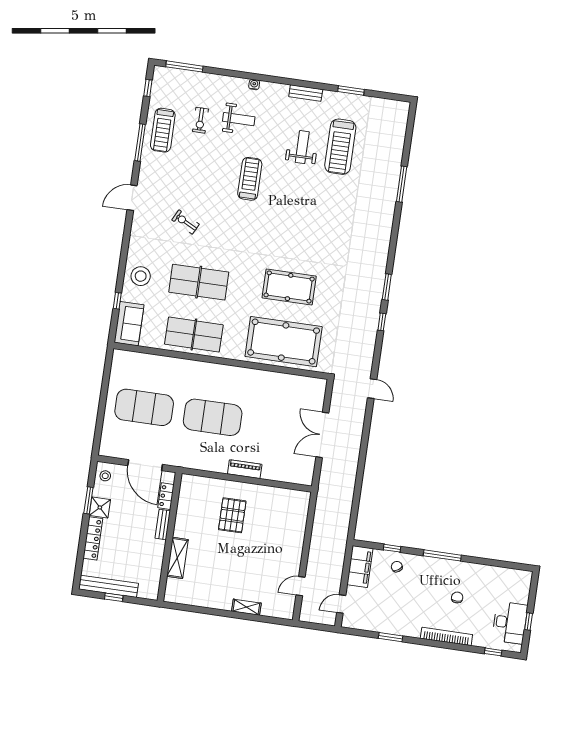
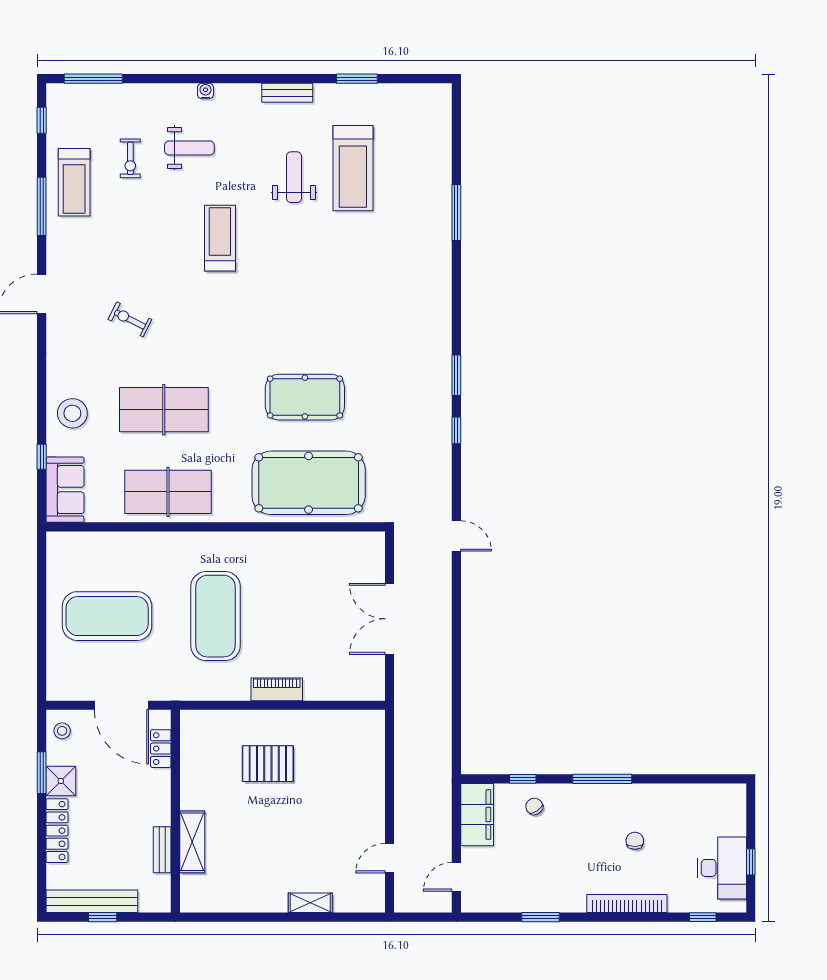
exercise mat: (213, 417) -> (216, 616), turned 90
pallet: (232, 515) -> (268, 764), turned 90
bench: (163, 525) -> (162, 850), moved

